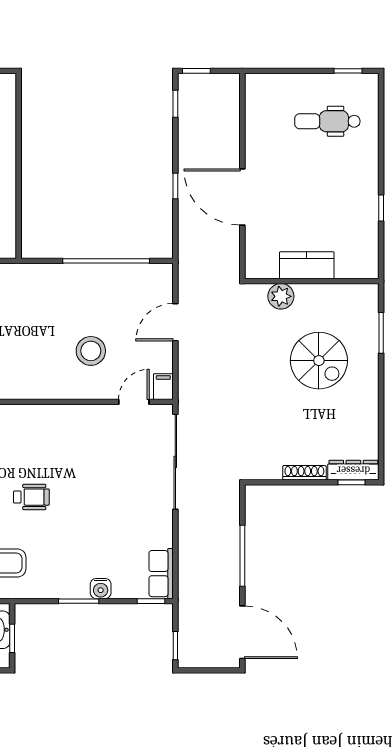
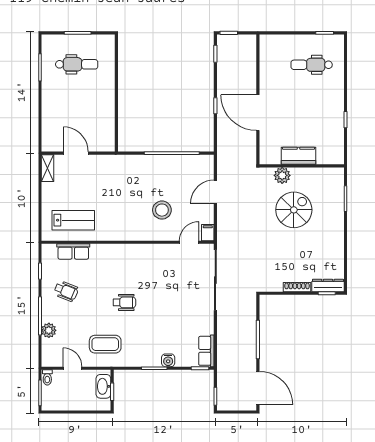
spiral stairs: (319, 361) -> (294, 210), moved, turned -90

